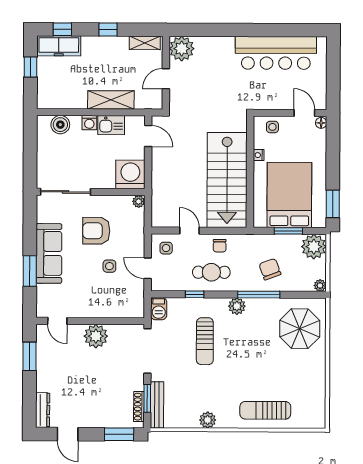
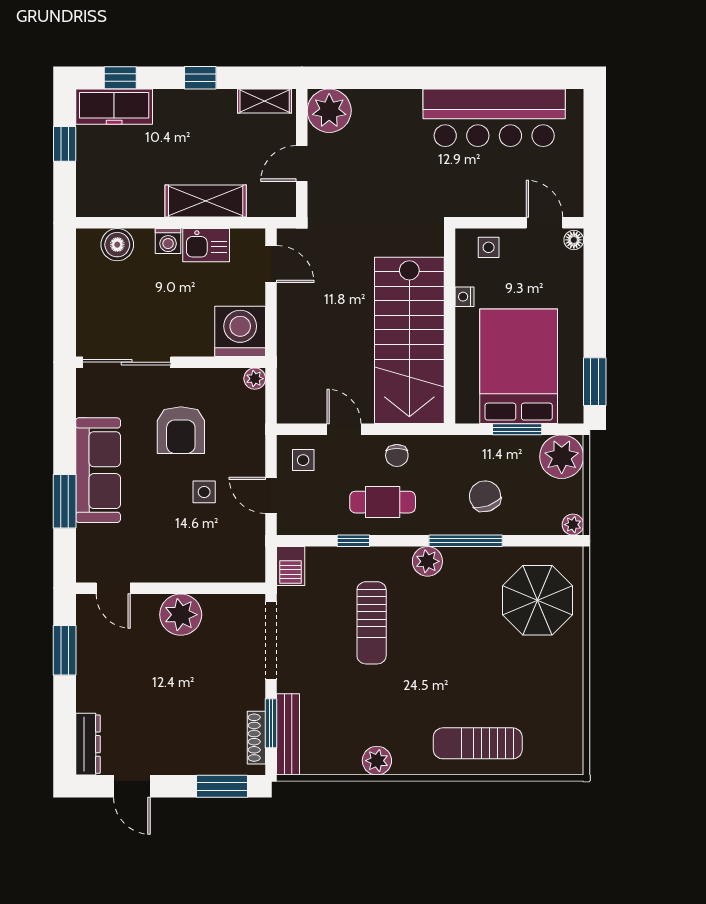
armchair: (96, 231) -> (181, 430), turned -90

